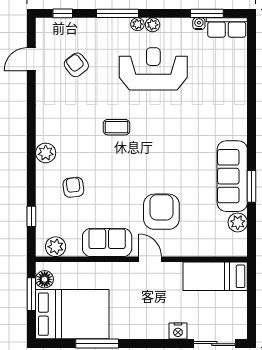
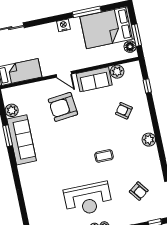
plant: (46, 153) -> (149, 140), moved
armchair: (73, 187) -> (124, 111), turned 133
armchair: (161, 212) -> (63, 107), turned 84
plant: (56, 247) -> (117, 72), moved
nightstand: (178, 331) -> (64, 25), moved

